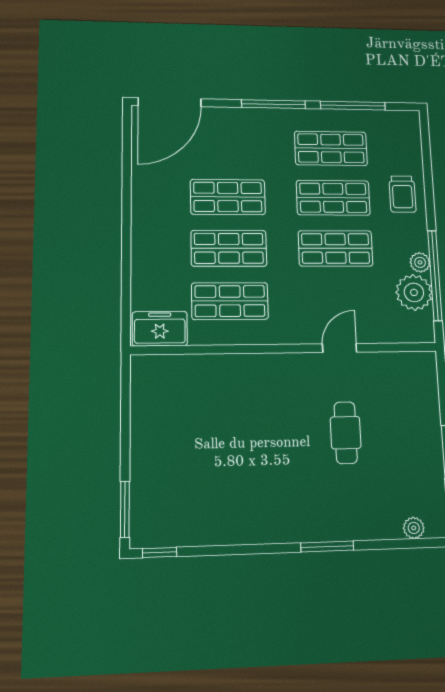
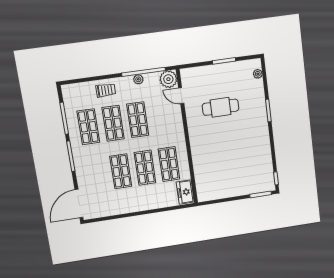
door: (170, 102) -> (79, 204), swing flipped
plant: (414, 292) -> (168, 79), moved
door: (340, 348) -> (181, 96), moved
cafe table: (346, 433) -> (221, 107), width x1.37, depth x1.35

